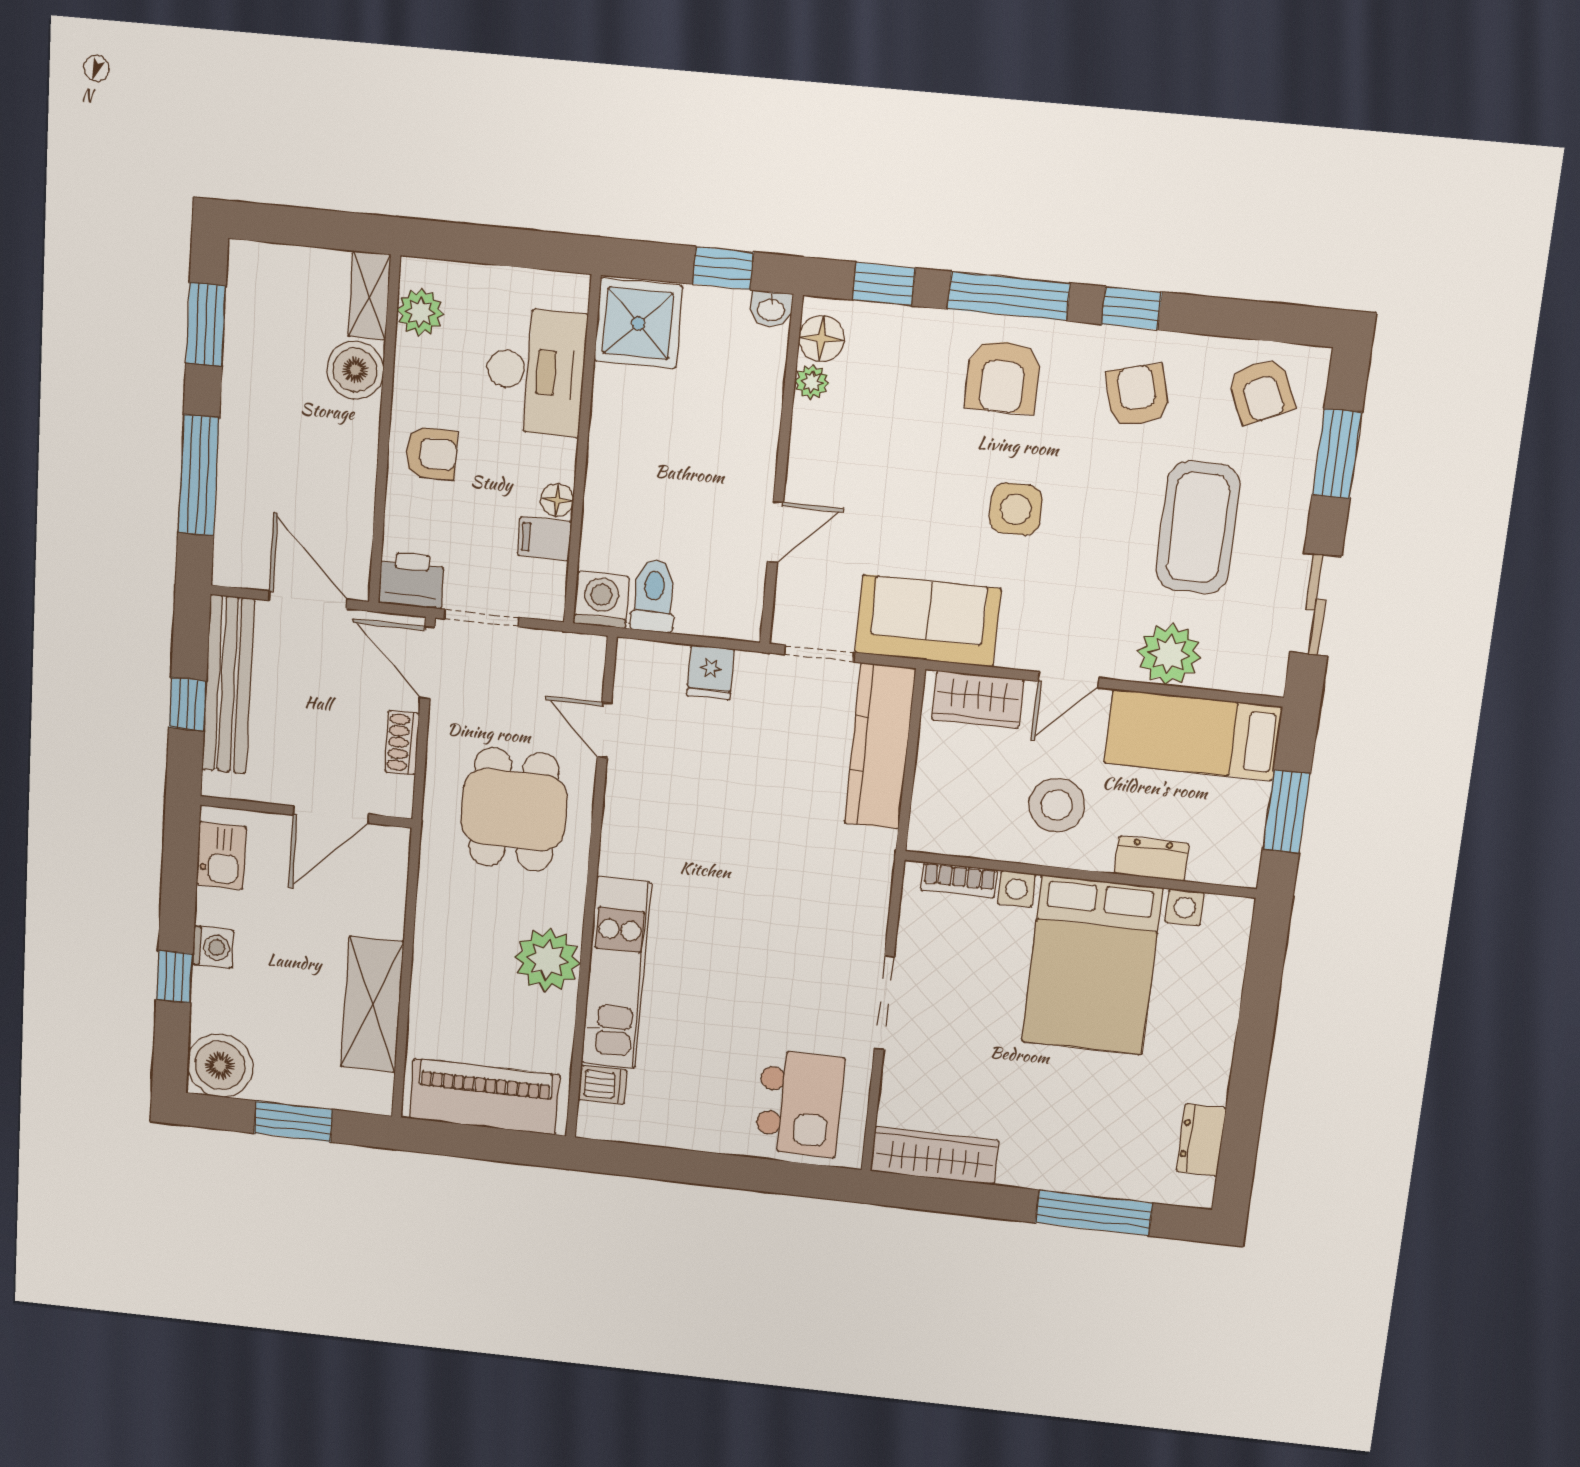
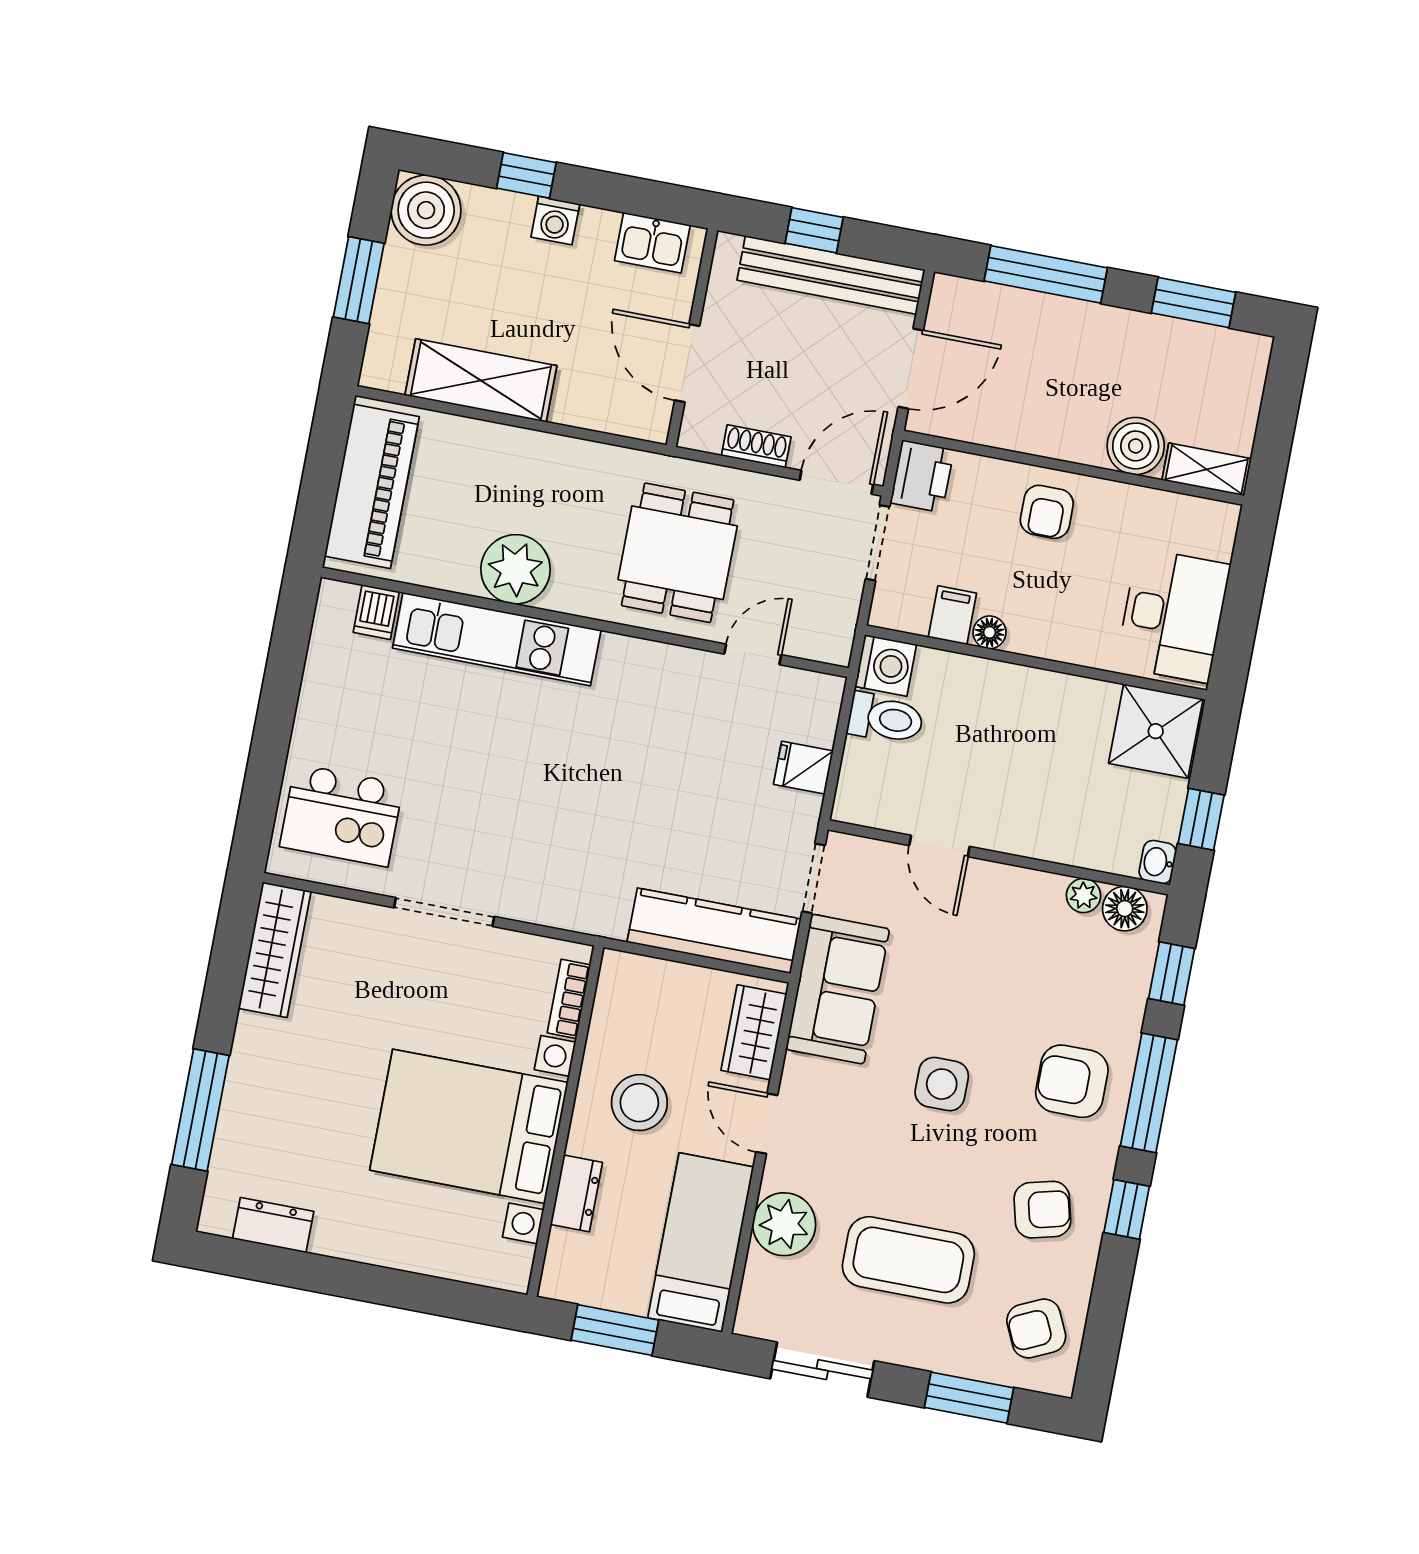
plant: (420, 312) -> (1186, 518), removed
desk: (536, 371) -> (1173, 615), moved, turned -90
dining table: (514, 810) -> (678, 553), turned 90

